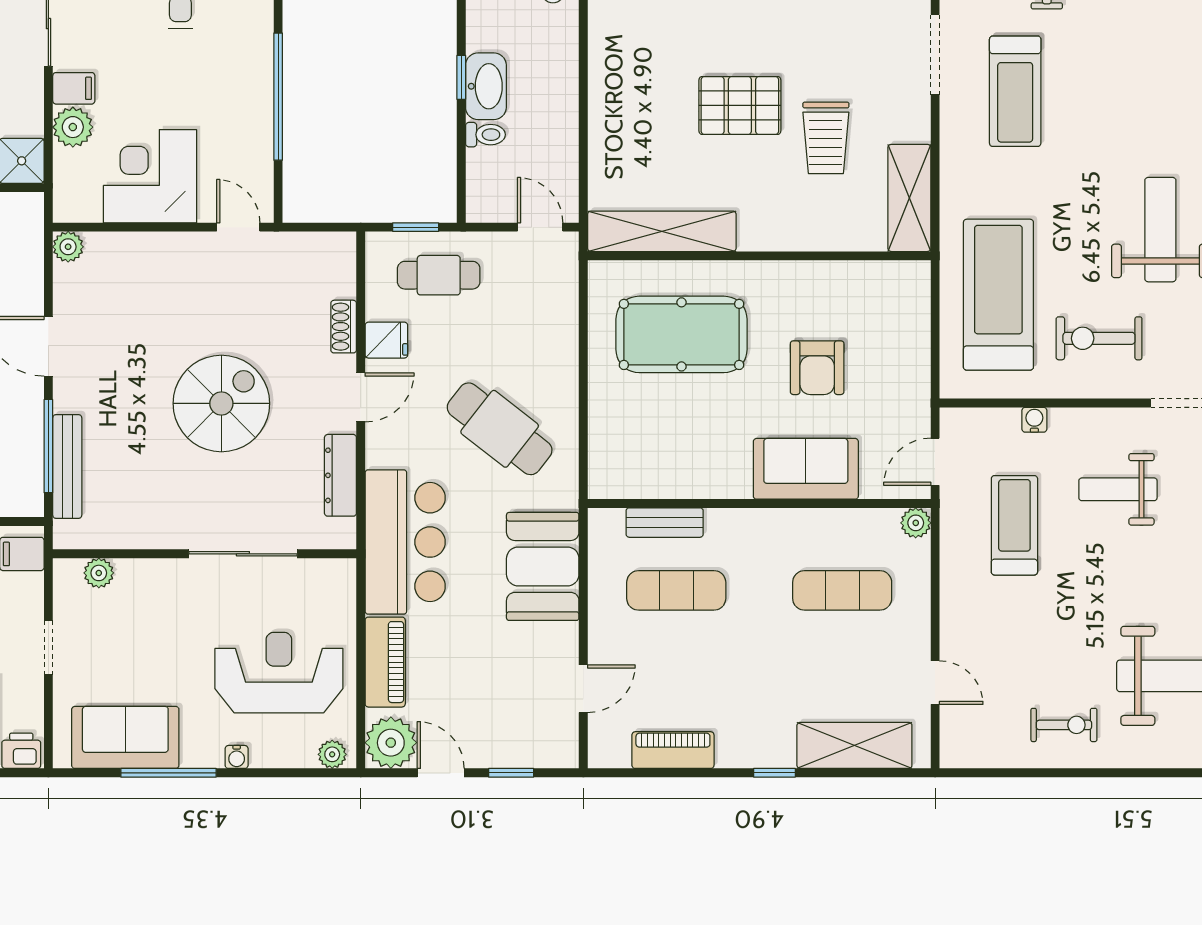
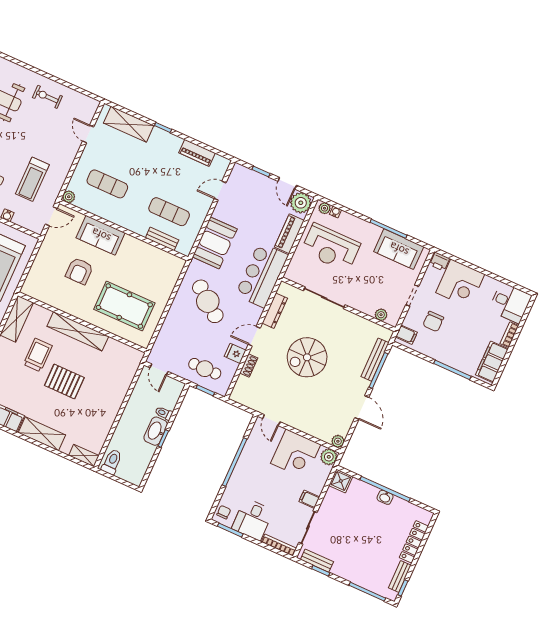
plant: (73, 127) -> (329, 457), moved
shelving: (662, 231) -> (78, 331), moved
armchair: (817, 368) -> (79, 271), turned 180
water cooler: (237, 757) -> (336, 212), moved

